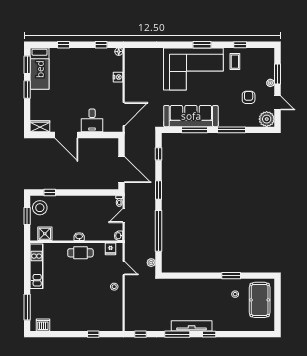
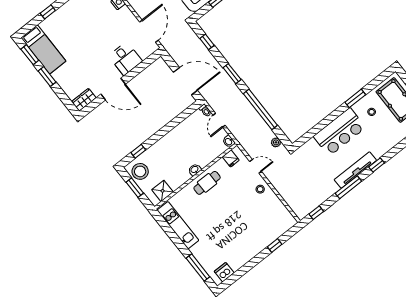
bar counter: (202, 290) -> (339, 132), added

